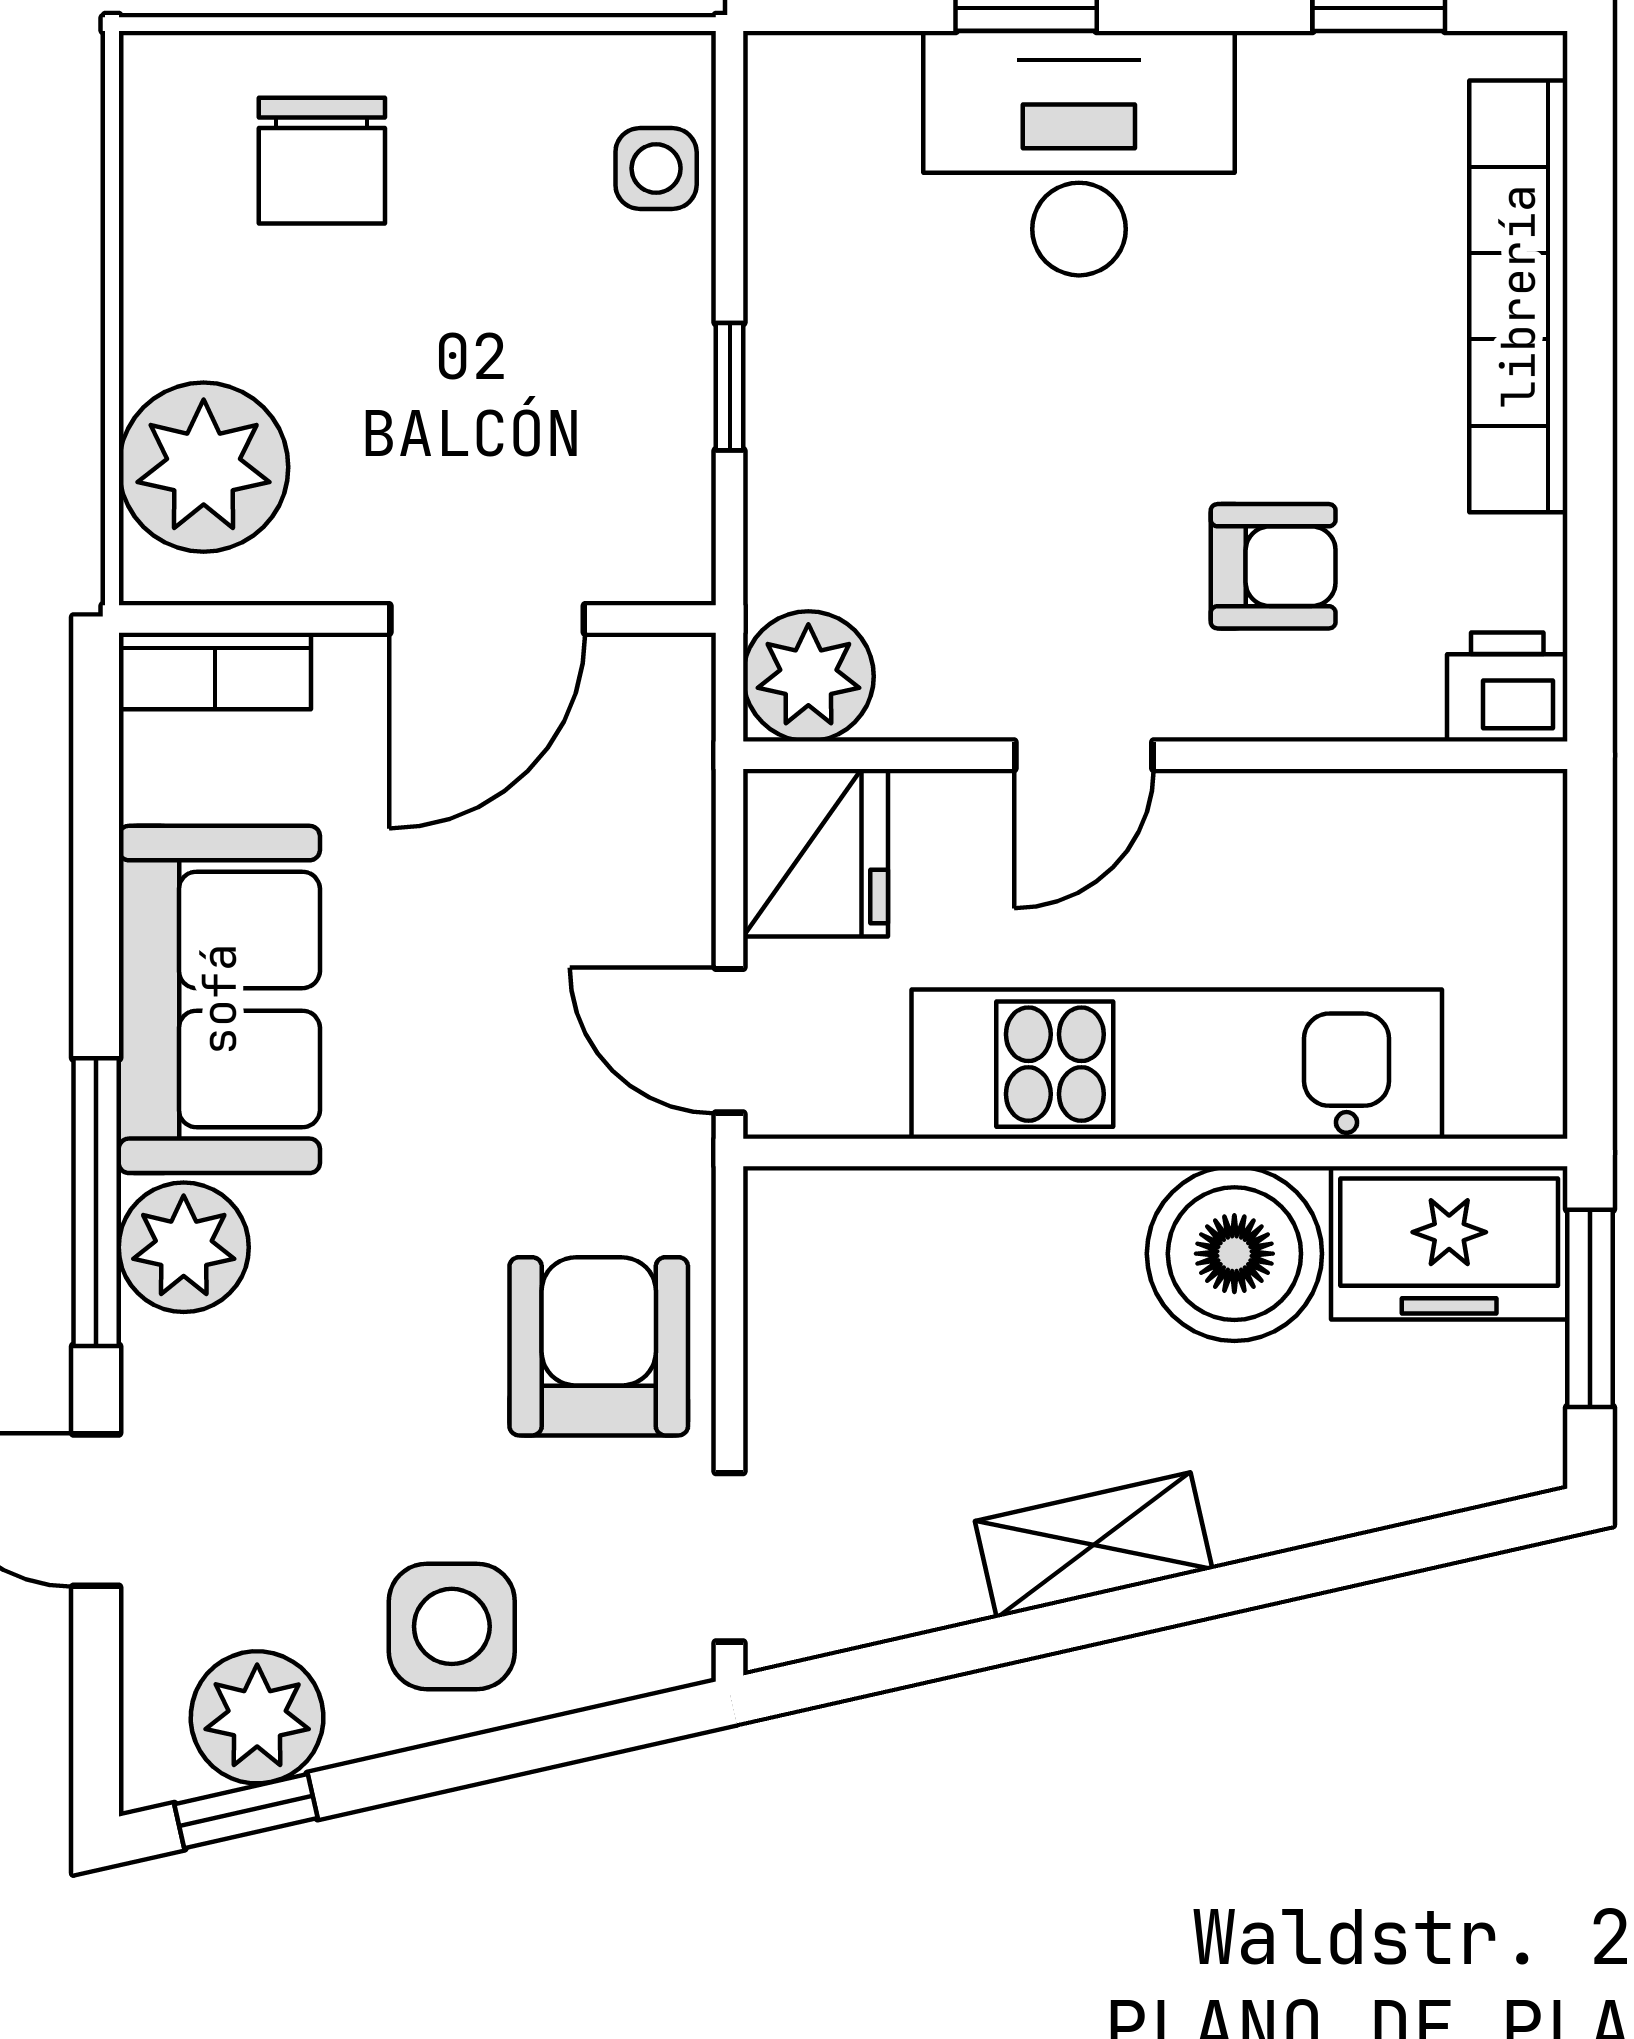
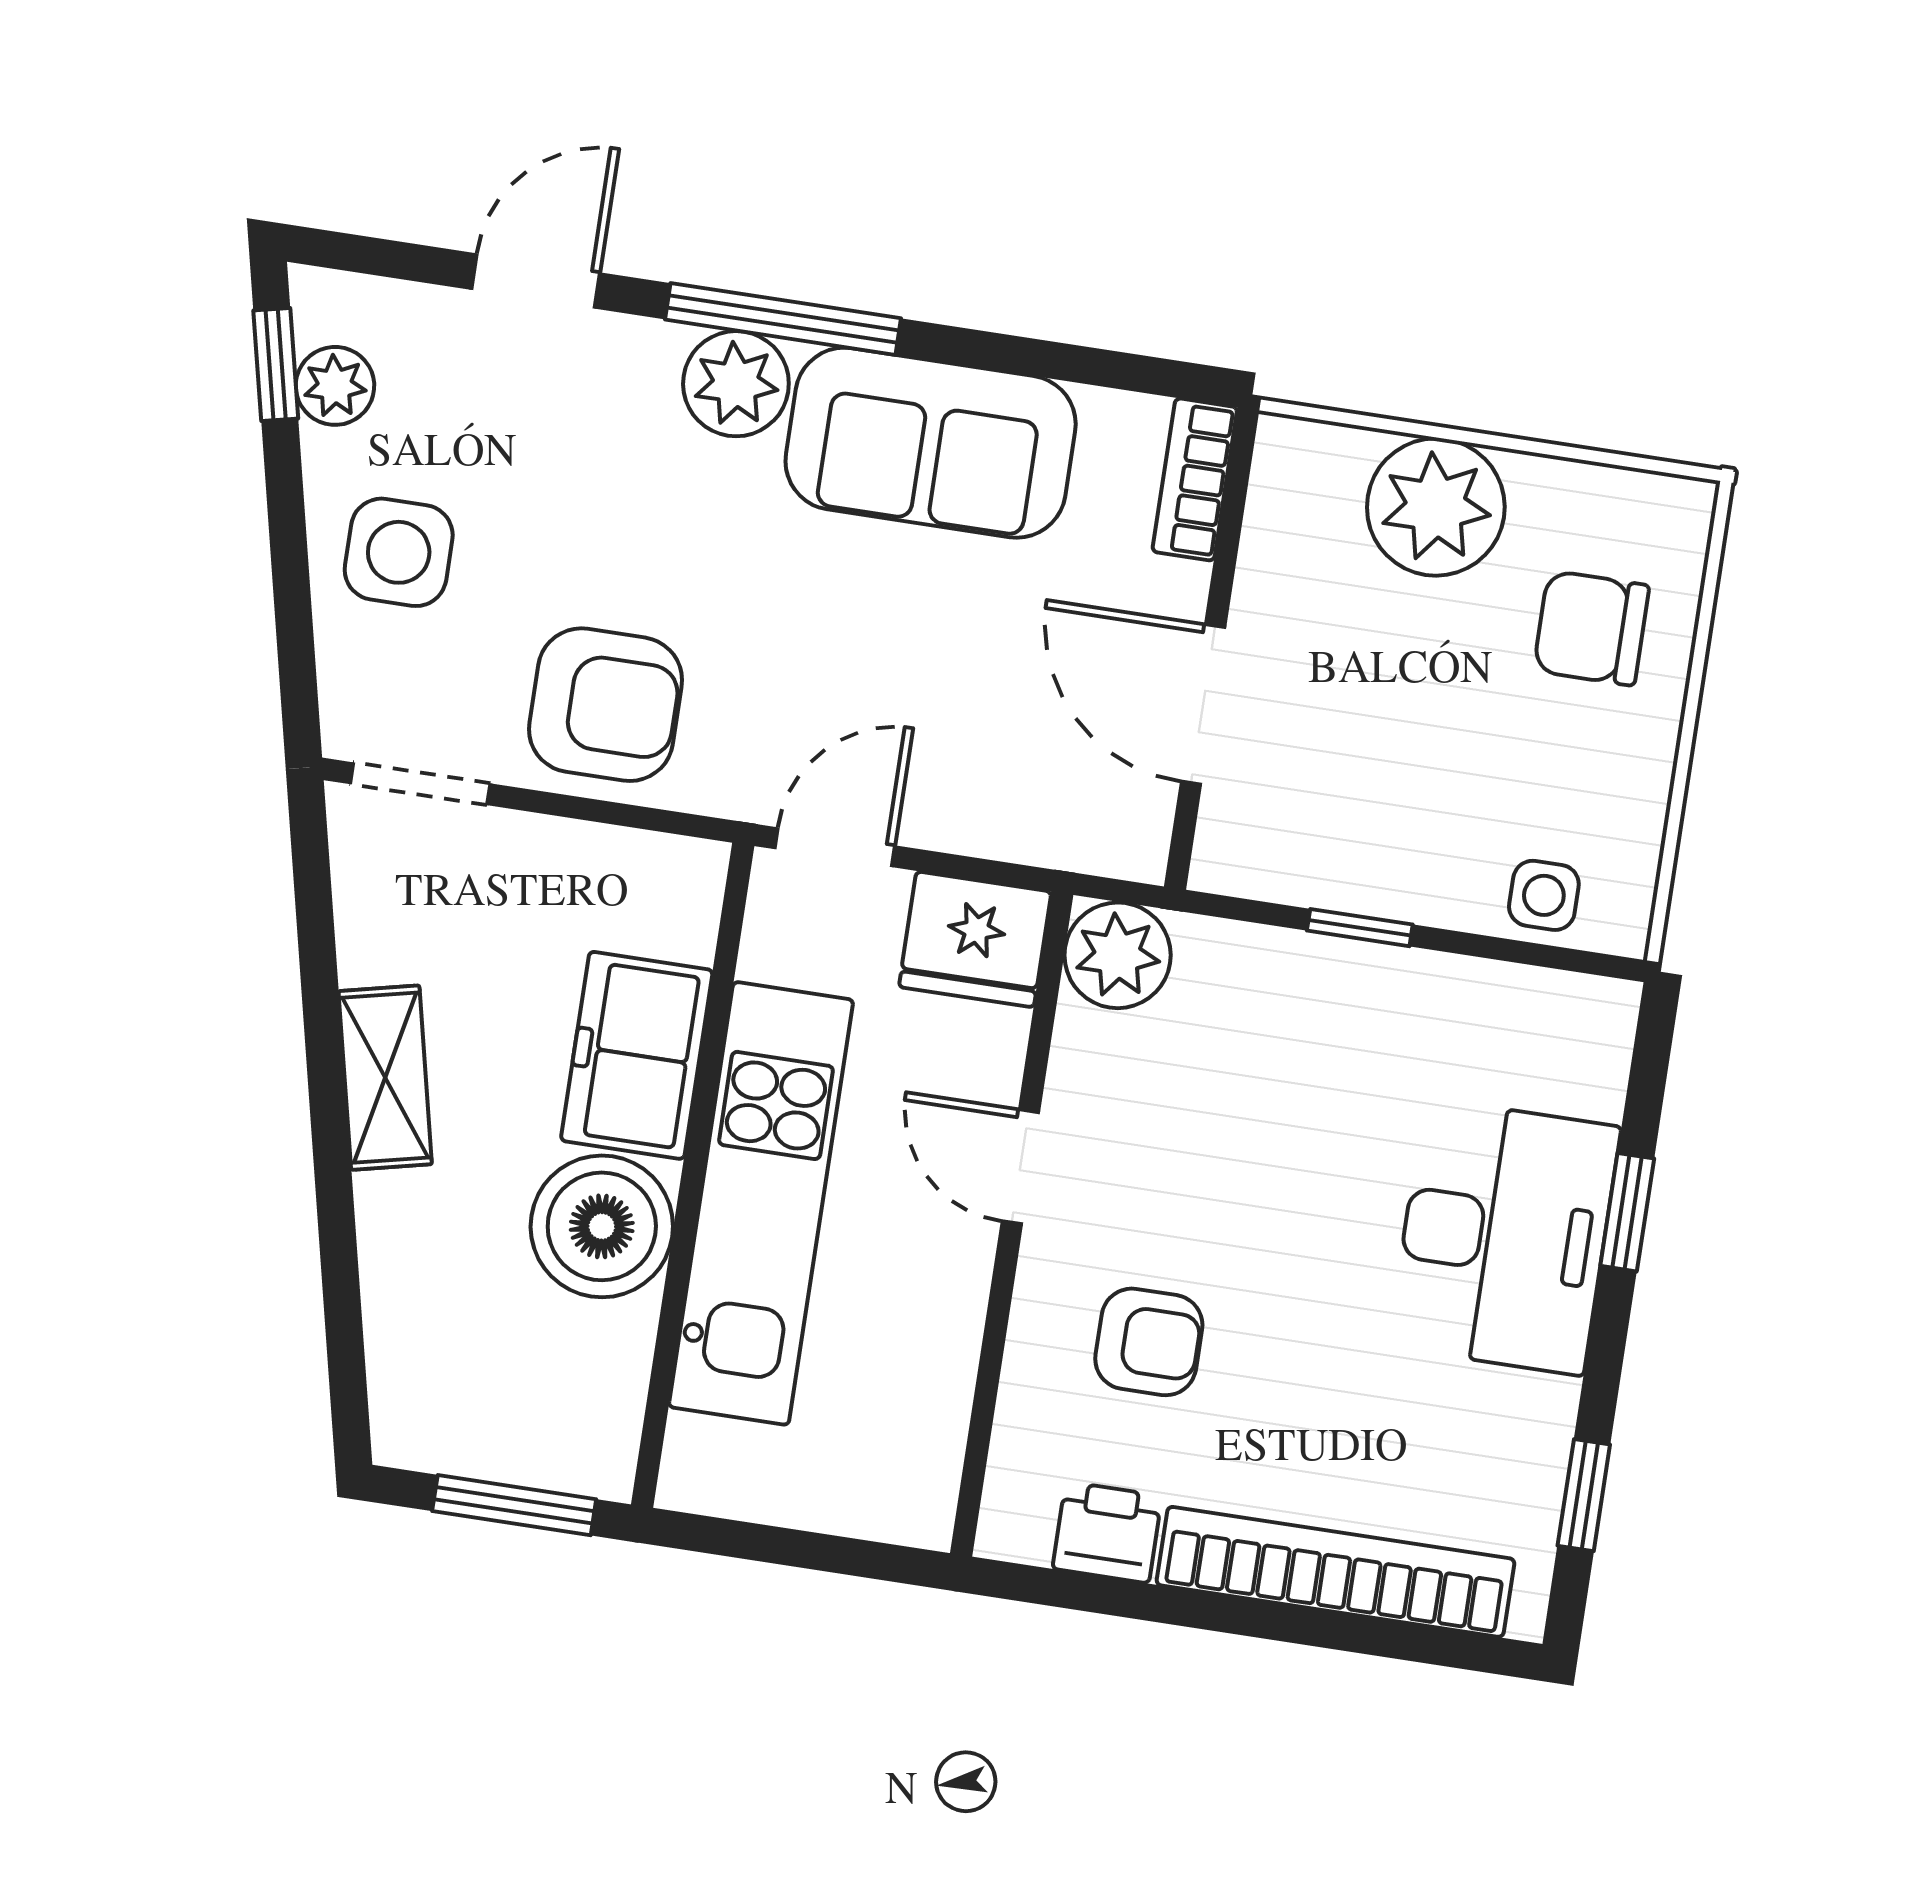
plant: (204, 467) -> (1436, 507), moved
armchair: (1273, 566) -> (1149, 1342), turned -90
printer: (1507, 687) -> (1107, 1532), moved, turned -90
freezer: (1449, 1243) -> (637, 1055), moved
plant: (257, 1717) -> (335, 386), width x0.73, depth x0.73

